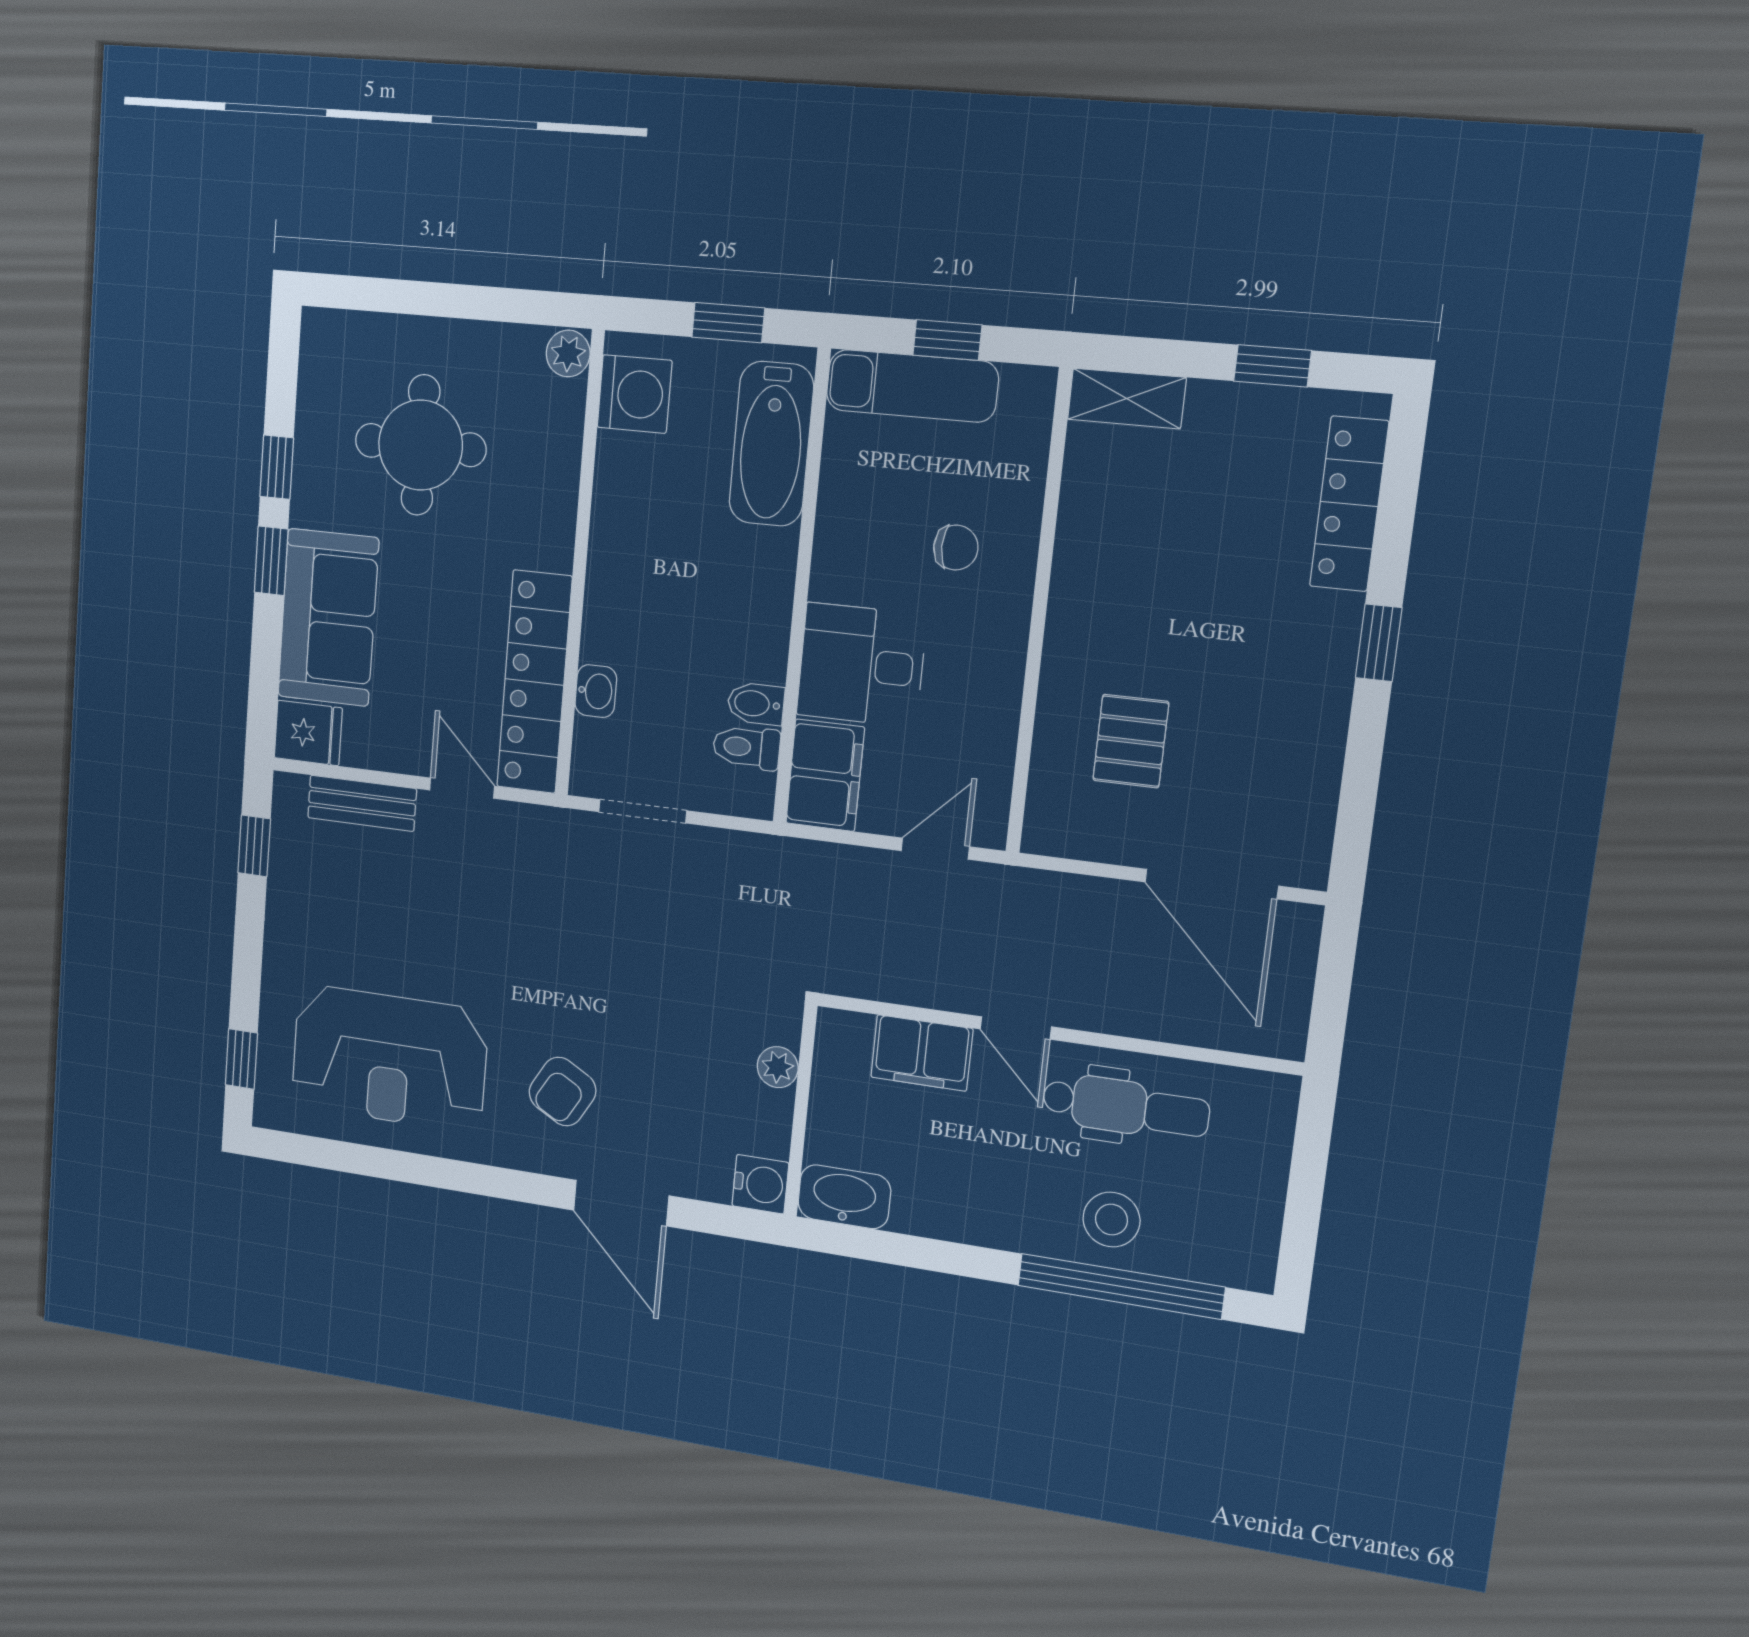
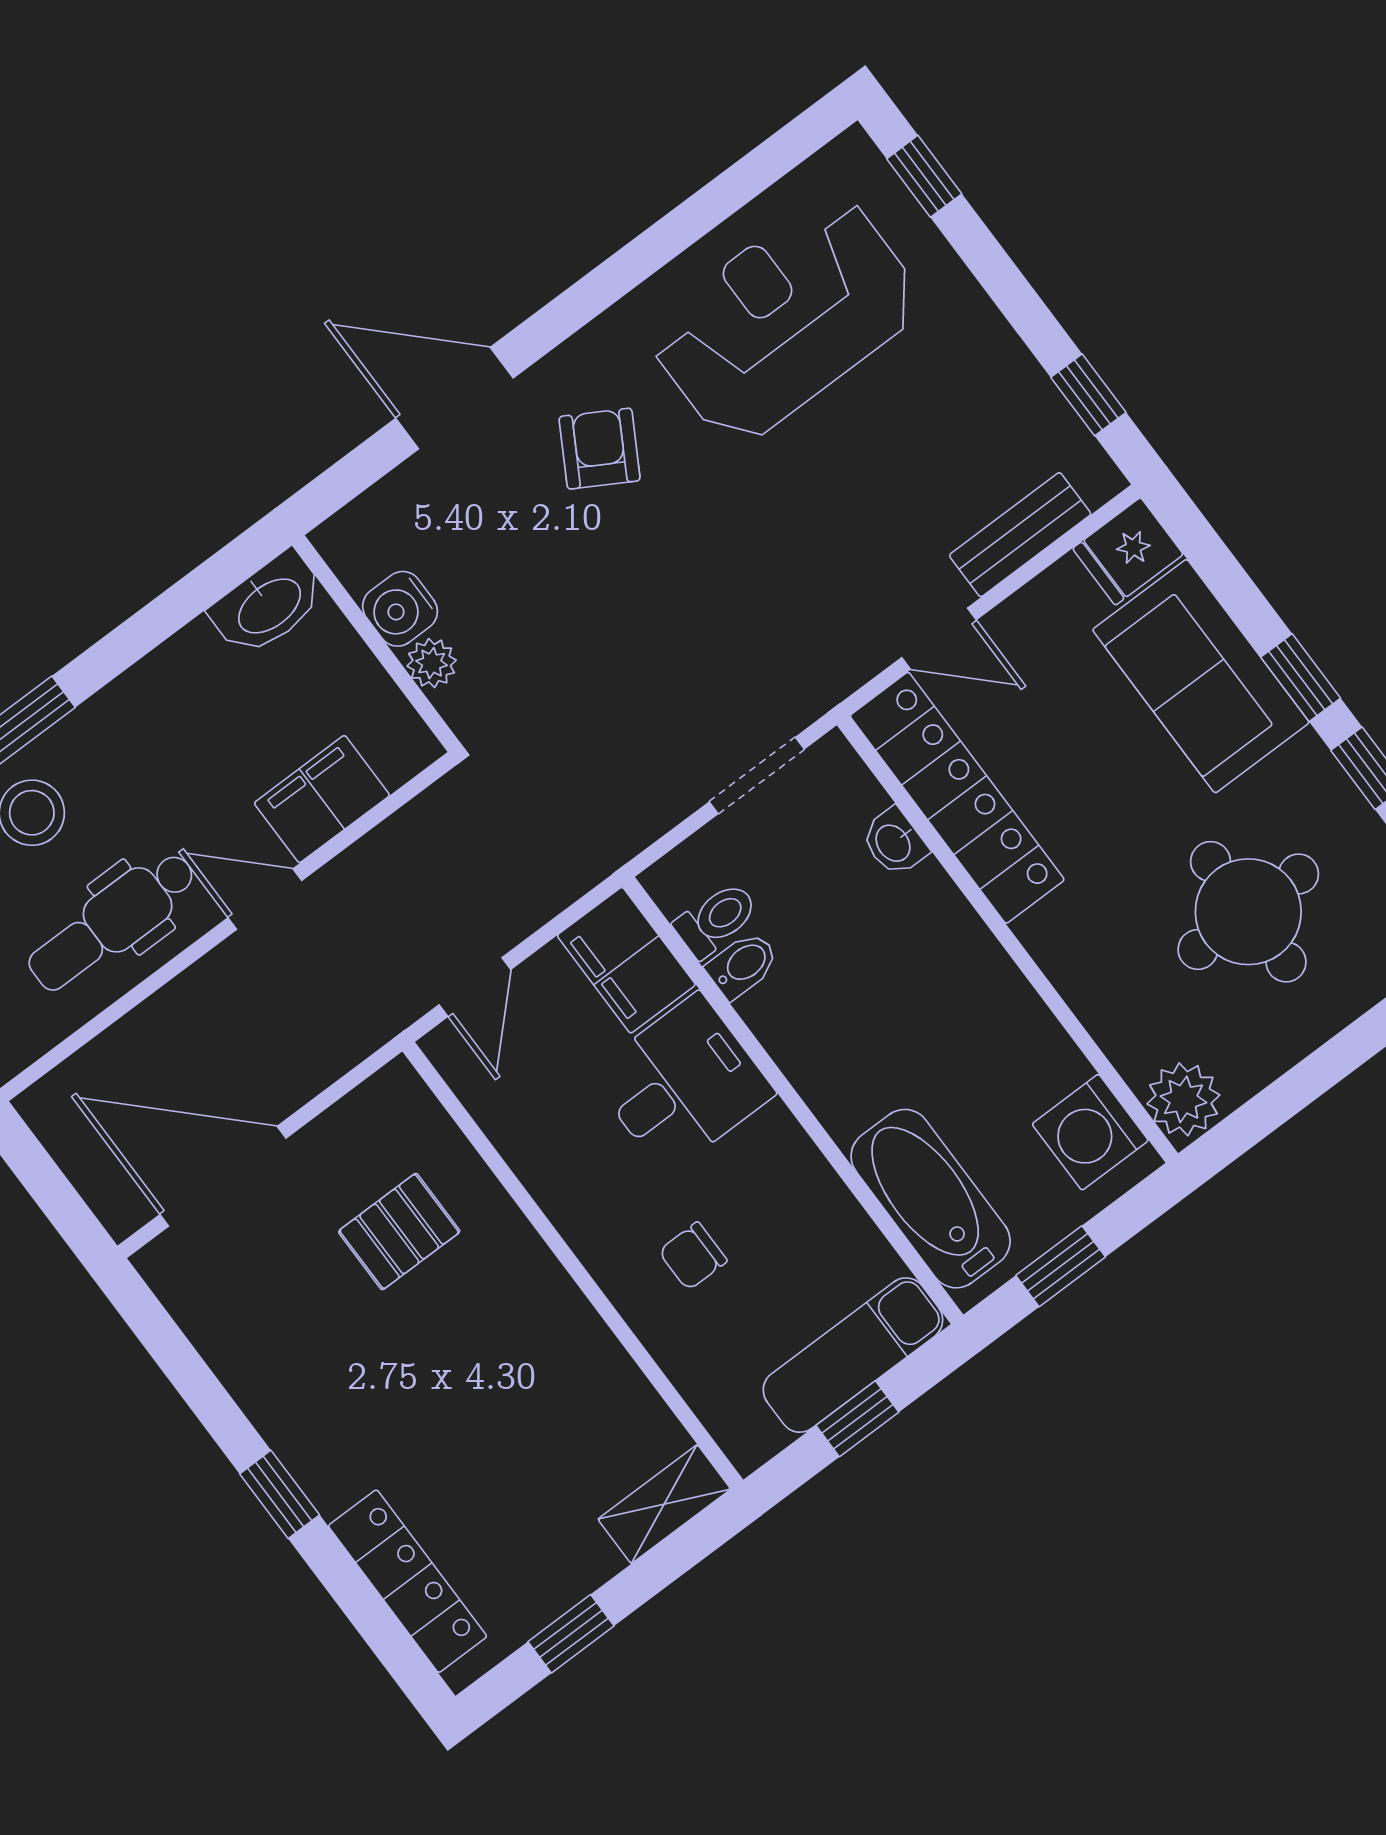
plant: (568, 353) -> (1183, 1099), width x1.38, depth x1.38
pallet: (1131, 741) -> (399, 1231), turned 90
water cooler: (760, 1184) -> (400, 609), moved

